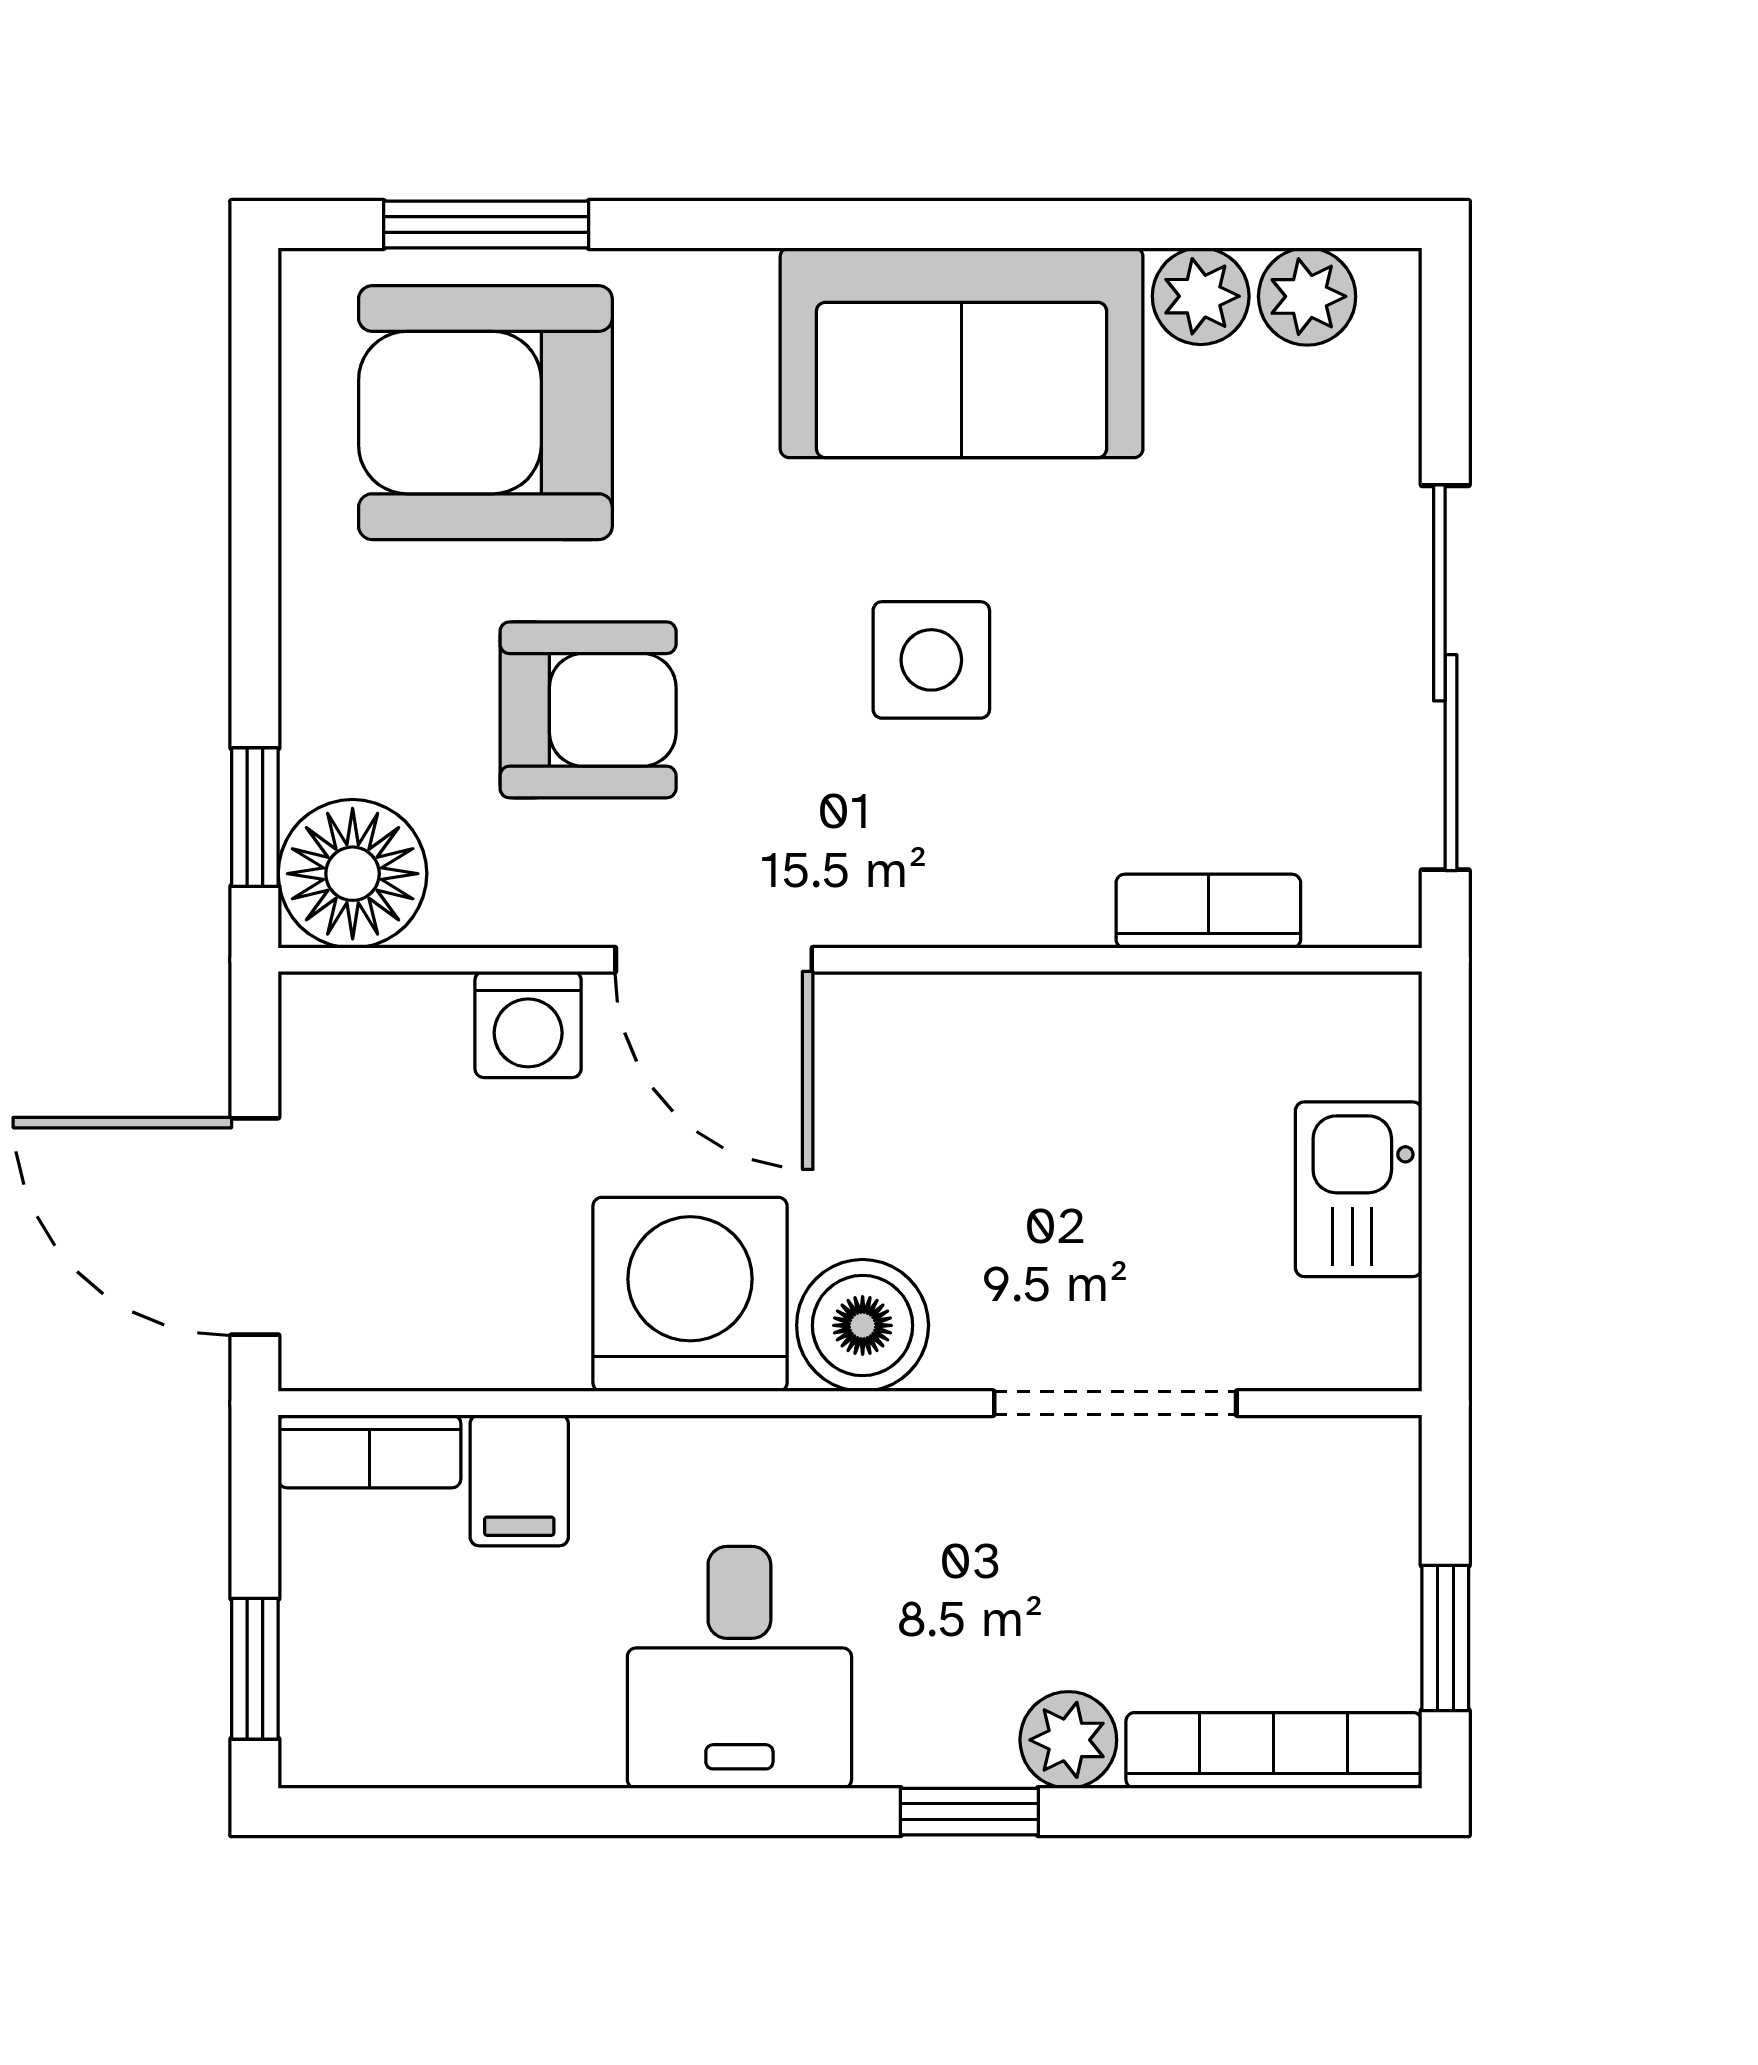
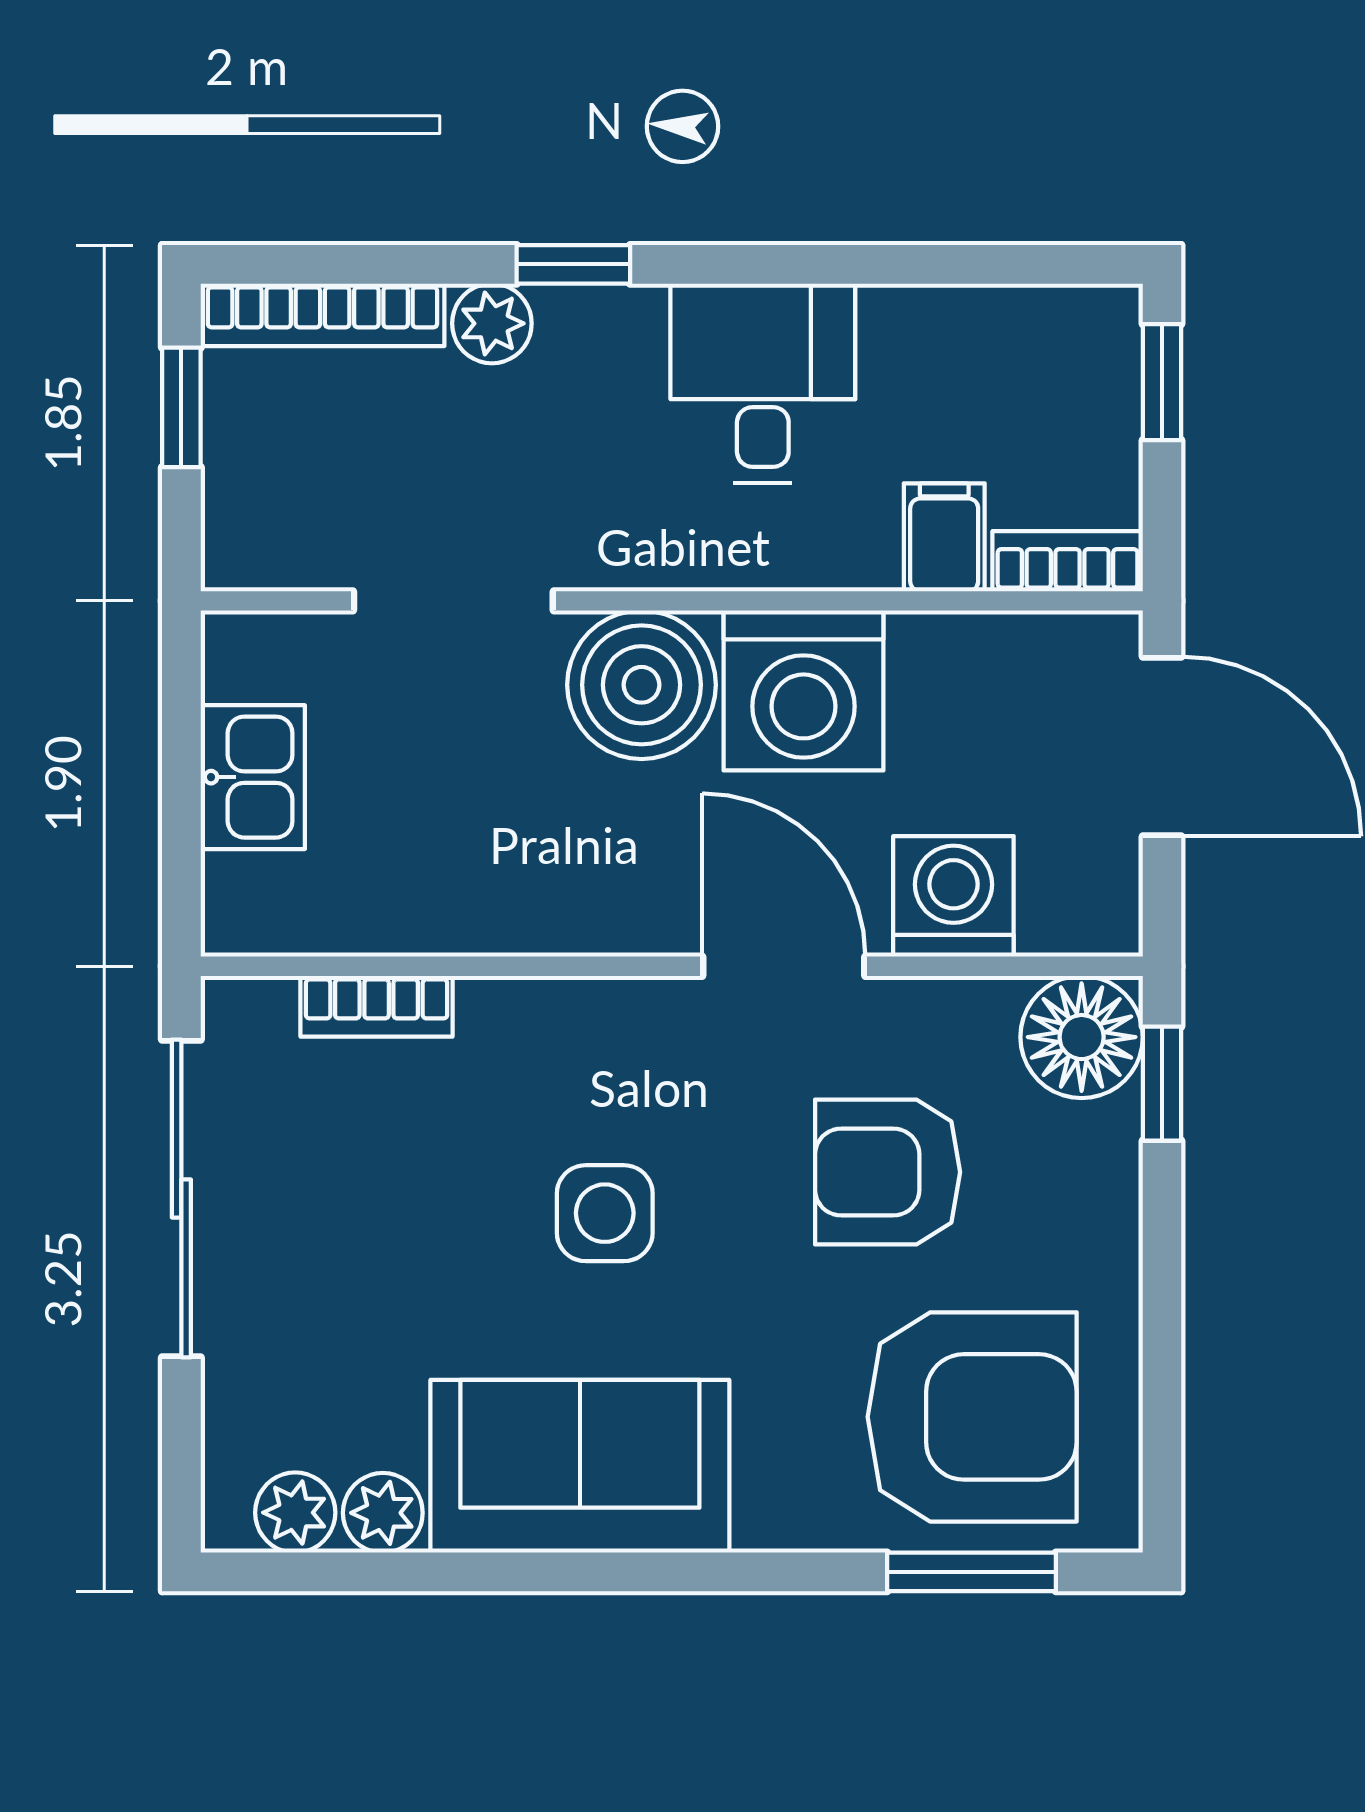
washing machine: (528, 1024) -> (953, 896), width x1.38, depth x1.38
boiler: (863, 1325) -> (642, 685), width x1.37, depth x1.37

